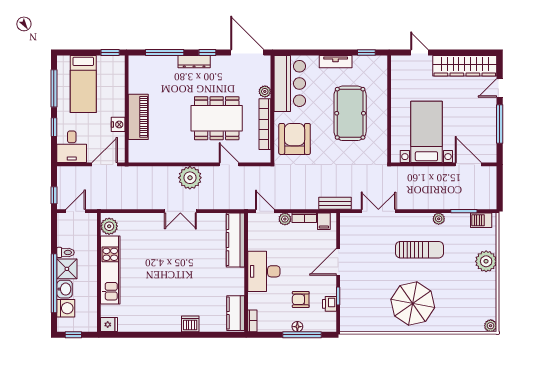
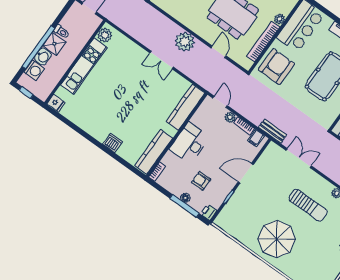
printer: (329, 304) -> (209, 212), moved
kitchen counter: (236, 313) -> (154, 152), width x1.50

